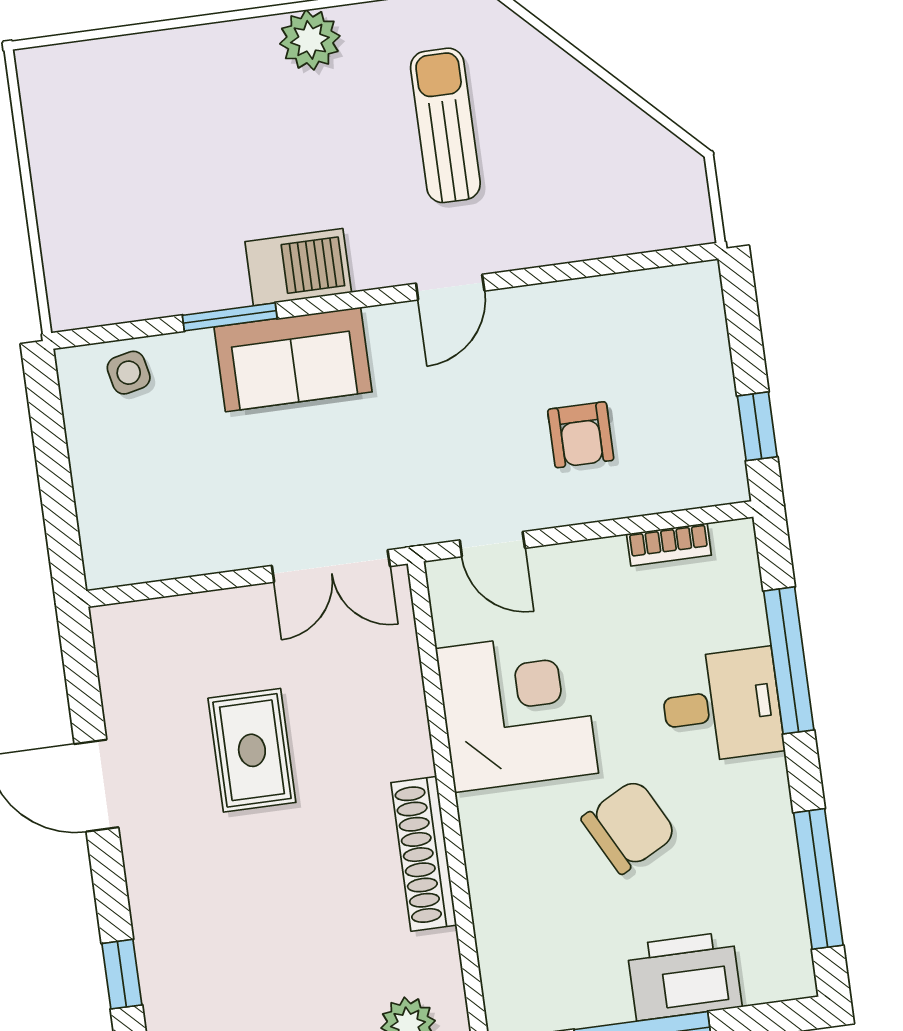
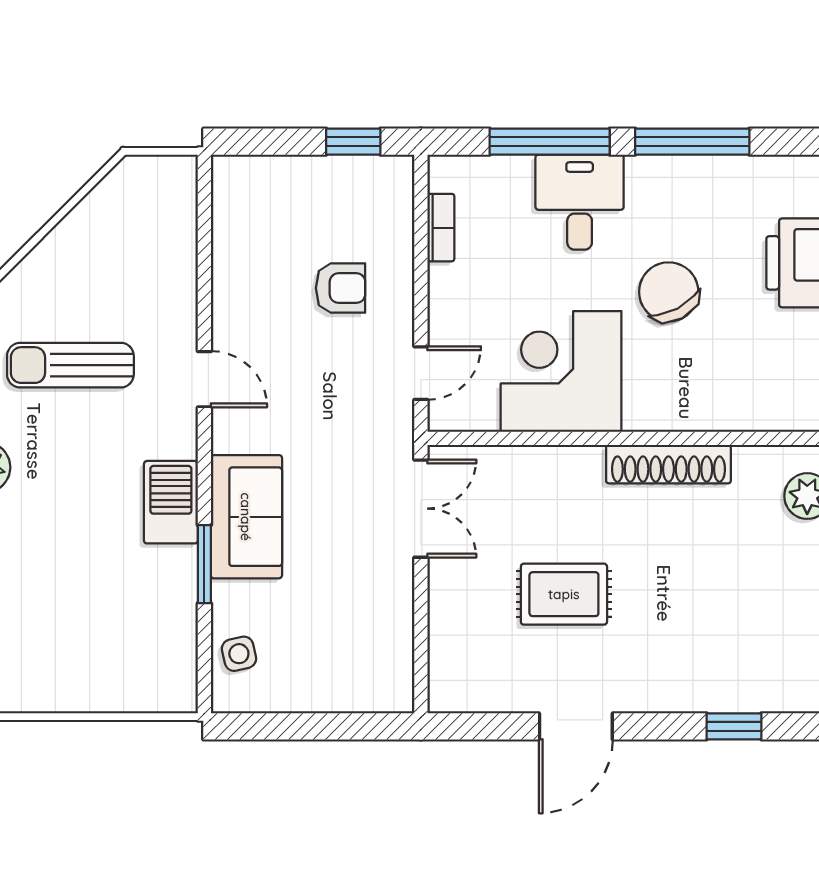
window: (818, 879) -> (692, 142), moved

